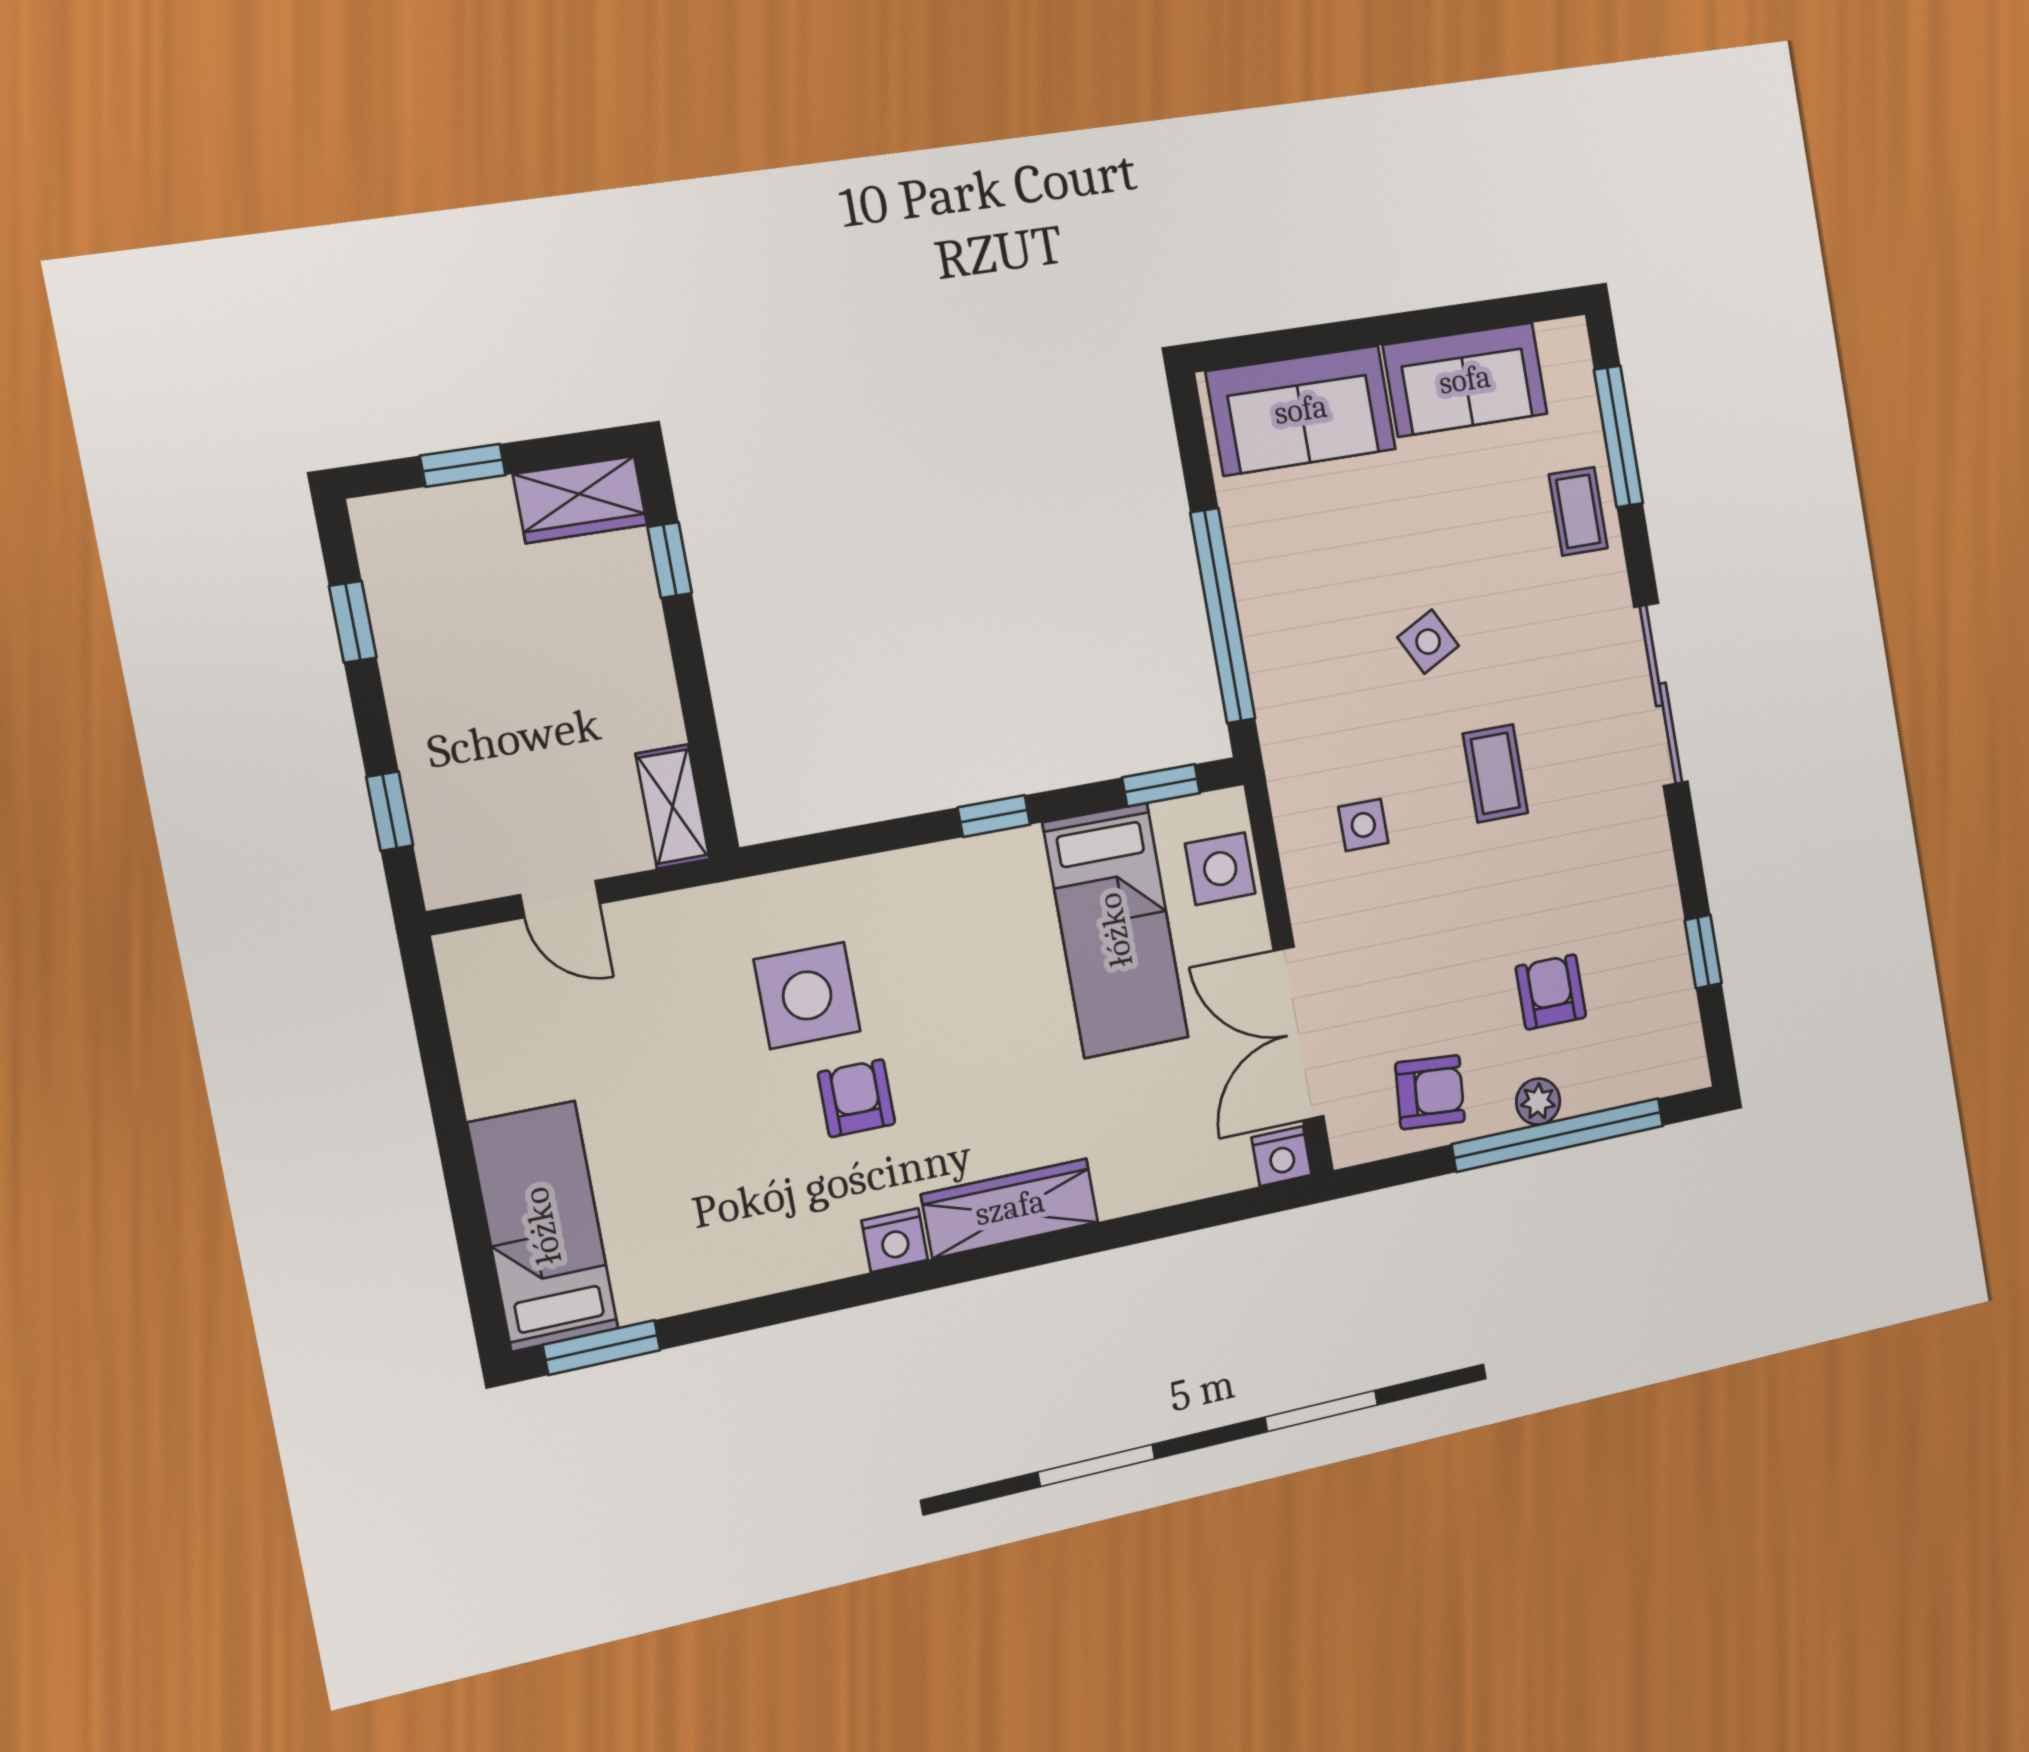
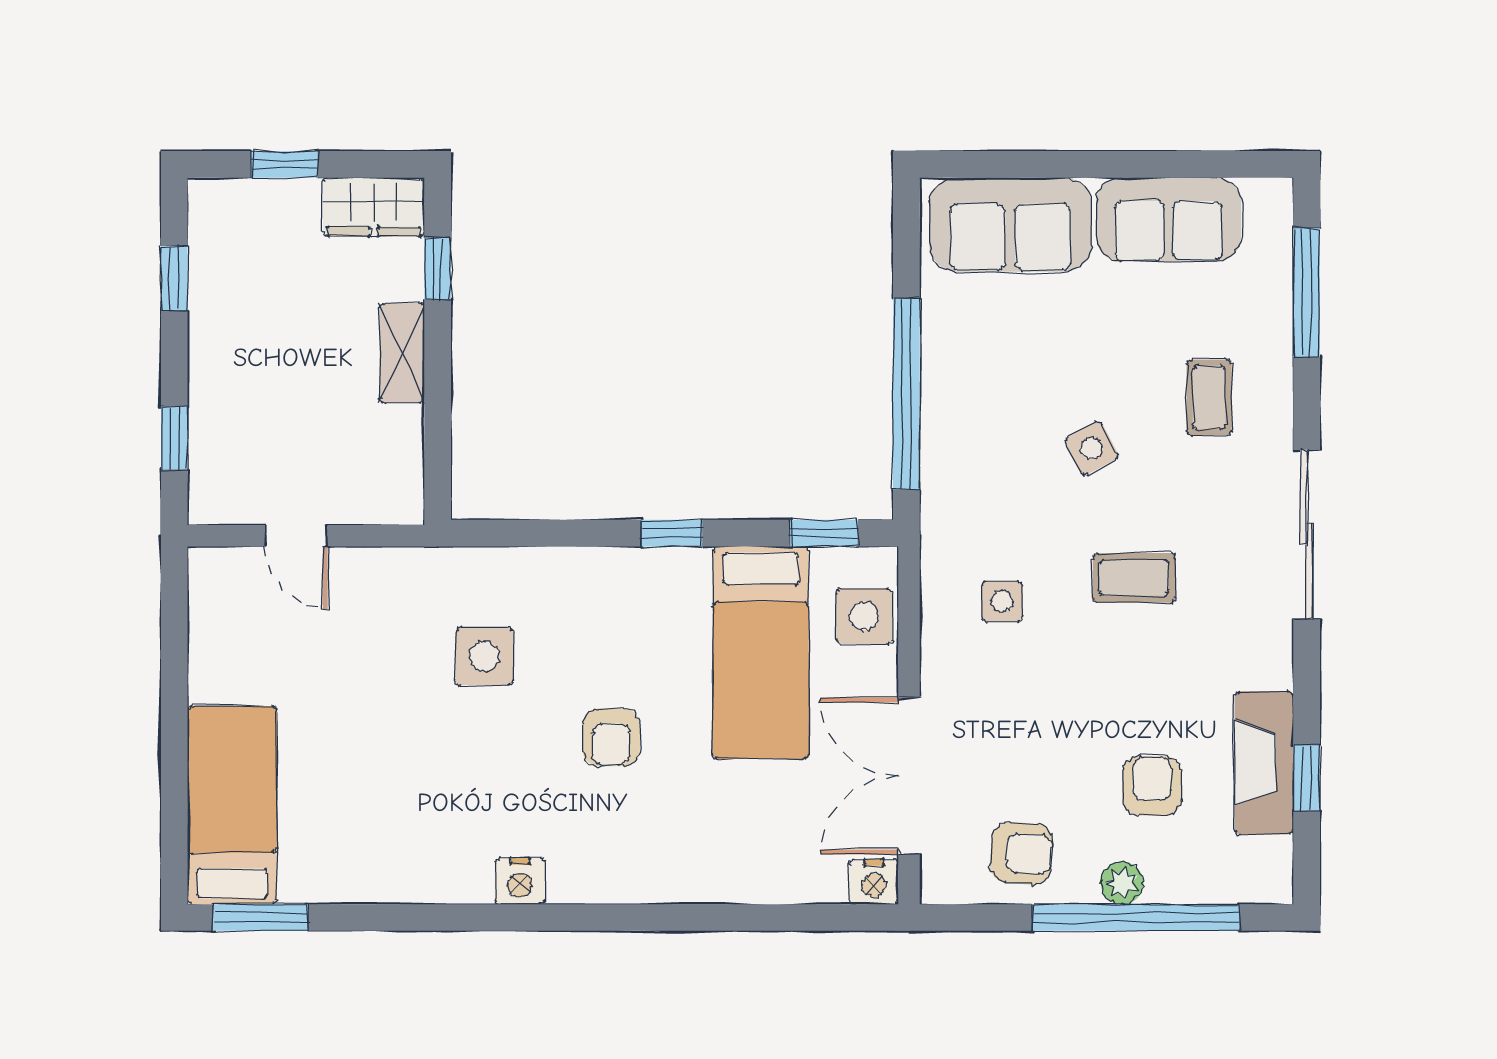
coffee table: (1578, 511) -> (1209, 397), moved
coffee table: (1495, 773) -> (1134, 578), turned 90
shelving: (673, 806) -> (402, 353), moved
fireplace: (1659, 944) -> (1264, 763), added
side table: (807, 995) -> (484, 656), width x0.73, depth x0.73
armchair: (857, 1098) -> (611, 737), moved, turned 180
wardrobe: (1010, 1208) -> (624, 876), removed

